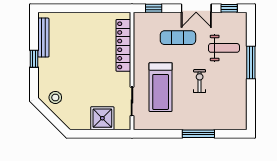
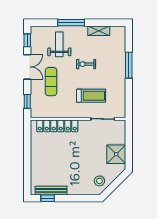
window: (34, 59) -> (48, 198), moved
treadmill: (161, 87) -> (91, 96), width x0.73, depth x0.73
shelving: (241, 97) -> (99, 31), added
shower: (102, 118) -> (116, 154), moved

